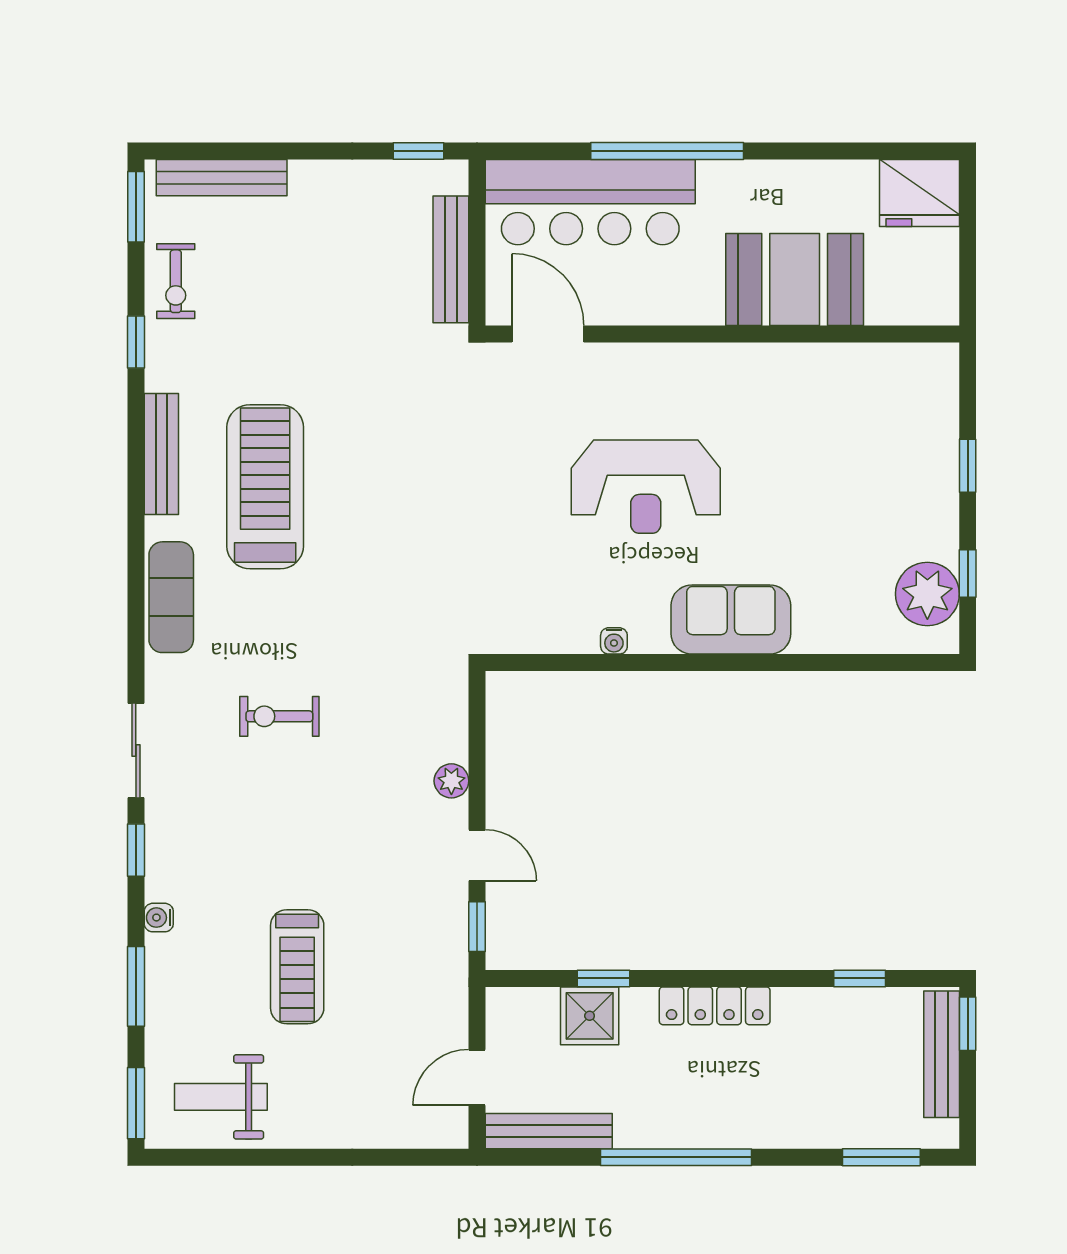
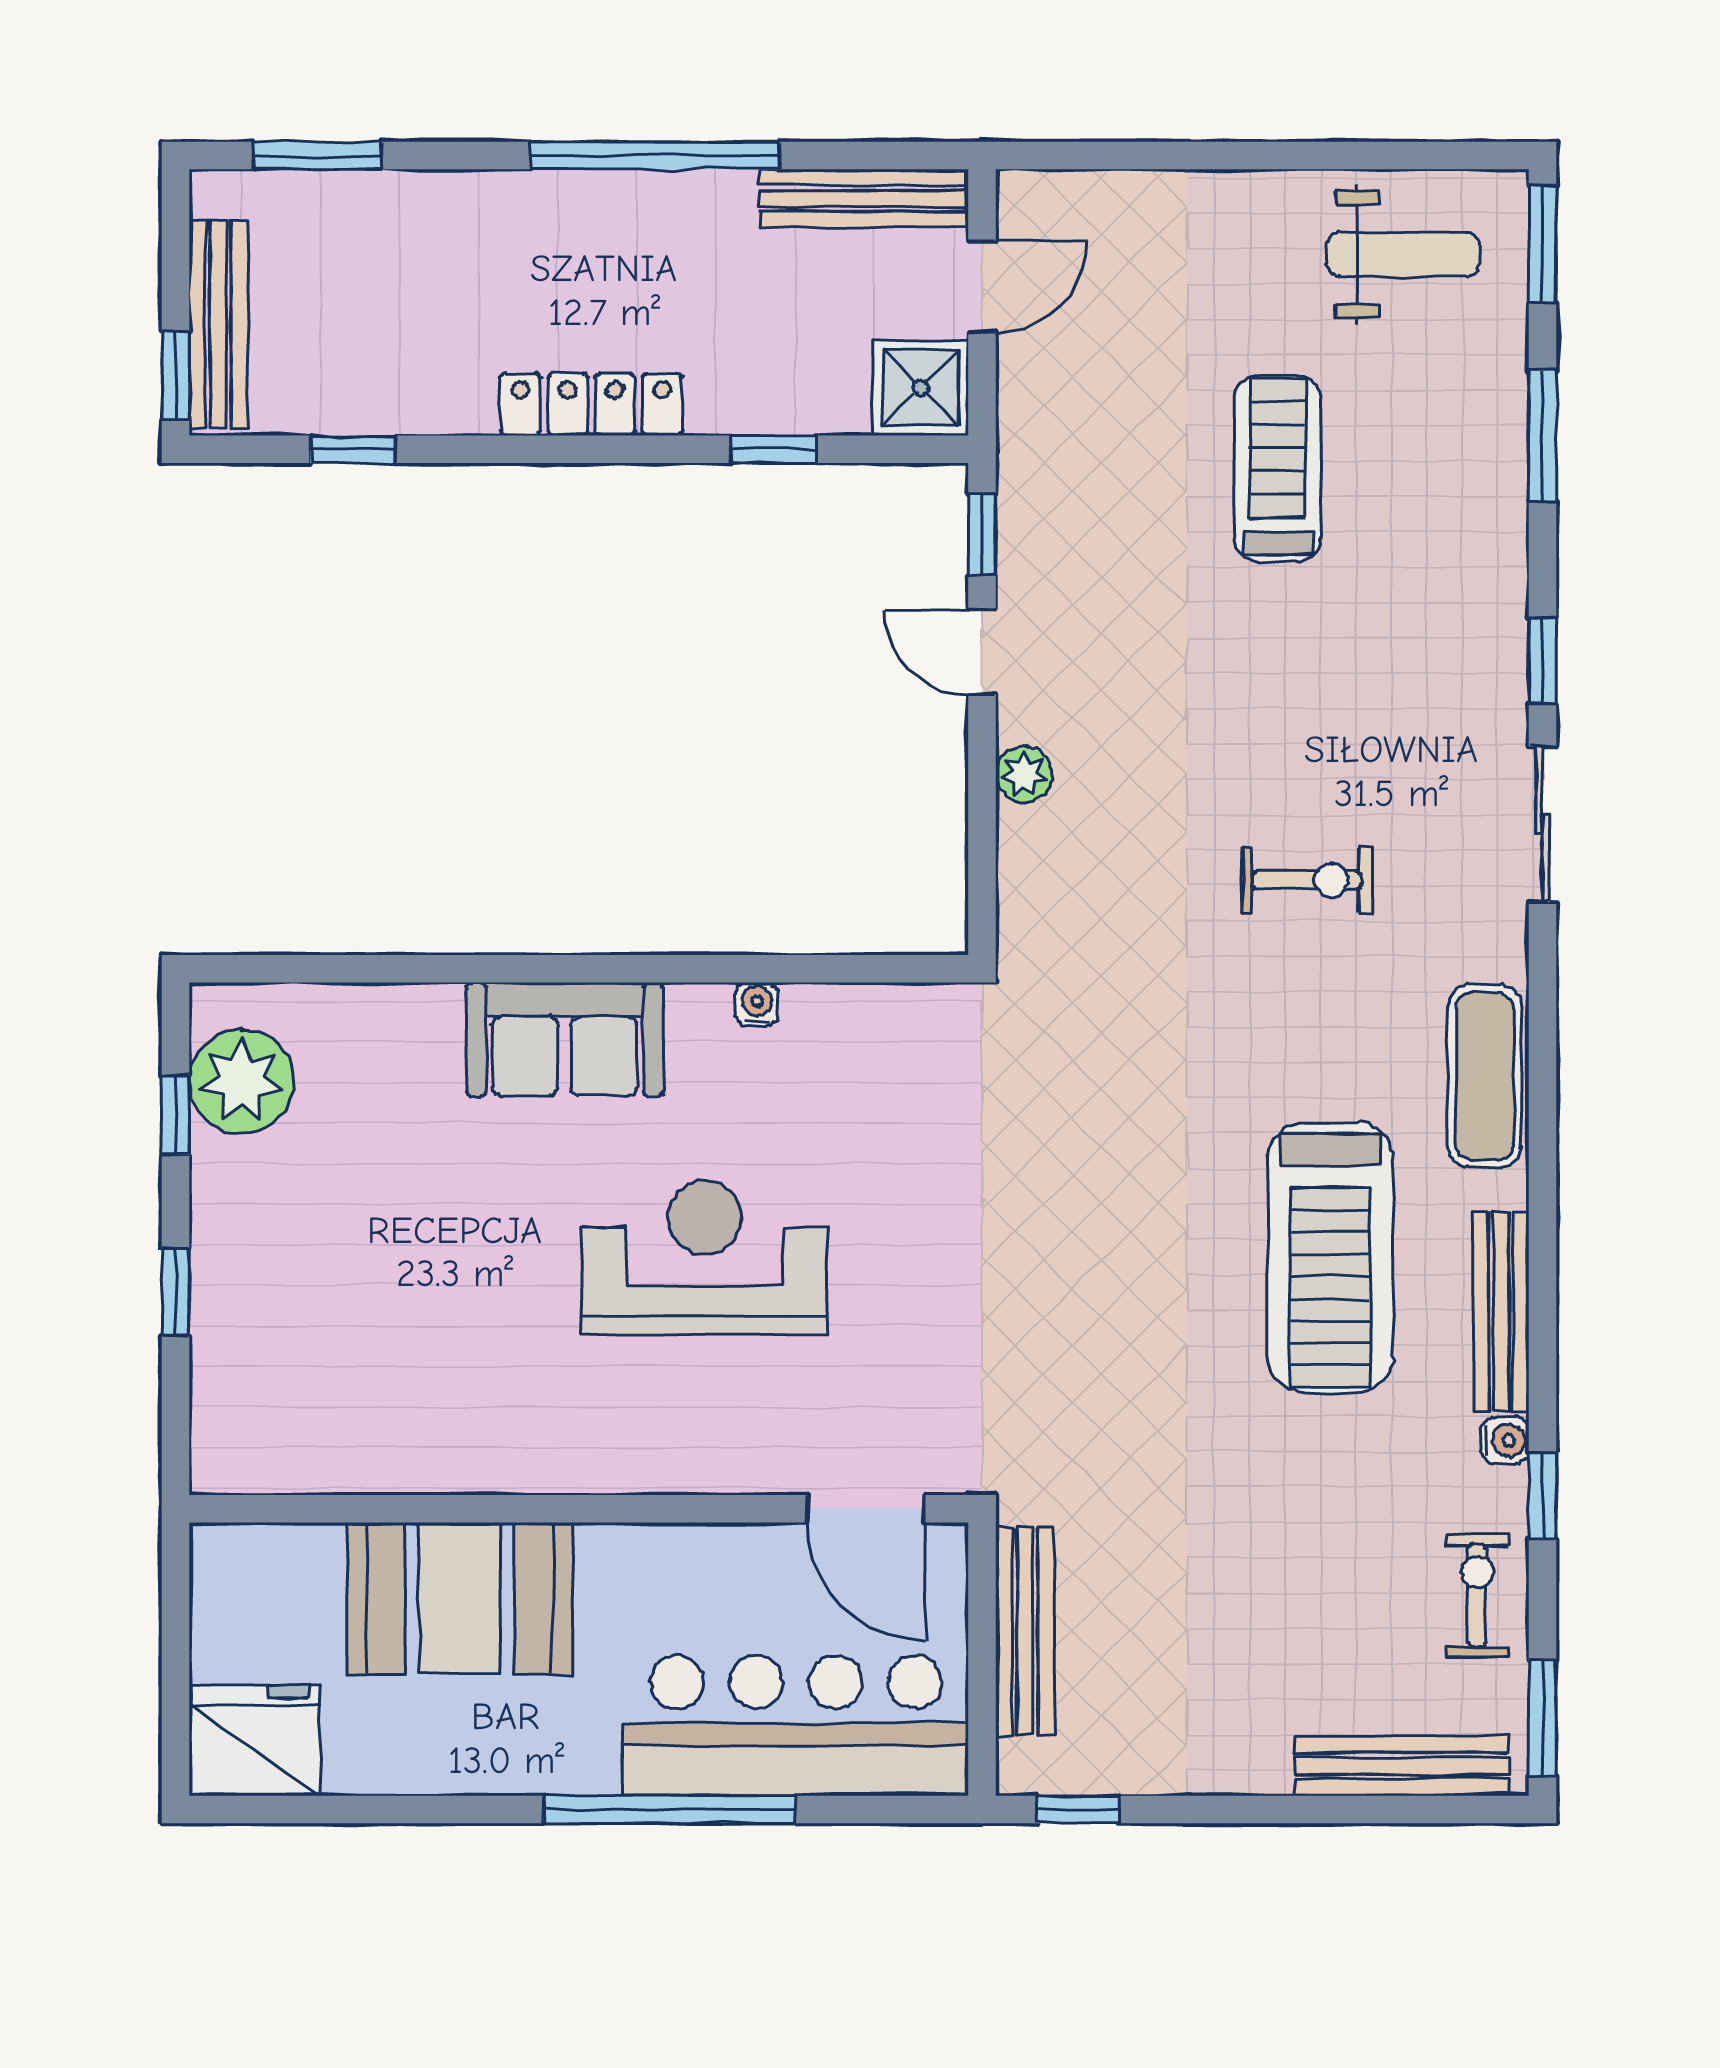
water cooler: (159, 918) -> (1505, 1440), moved
shower: (590, 1016) -> (921, 388), moved

